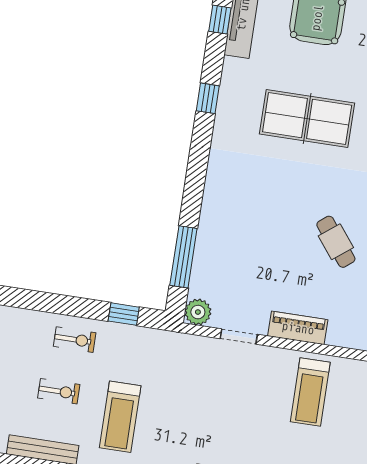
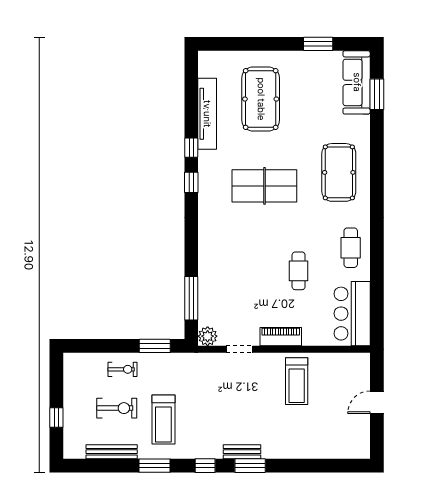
window: (220, 20) -> (191, 148), moved
cafe table: (336, 242) -> (299, 271), turned 38
window: (124, 314) -> (155, 346), width x1.50
exercise bike: (59, 391) -> (117, 408), width x1.38, depth x1.39

